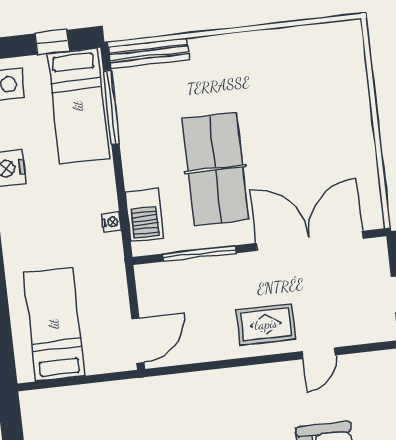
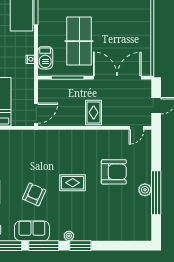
rug: (266, 324) -> (94, 112), turned 90
door: (319, 353) -> (137, 128), moved

